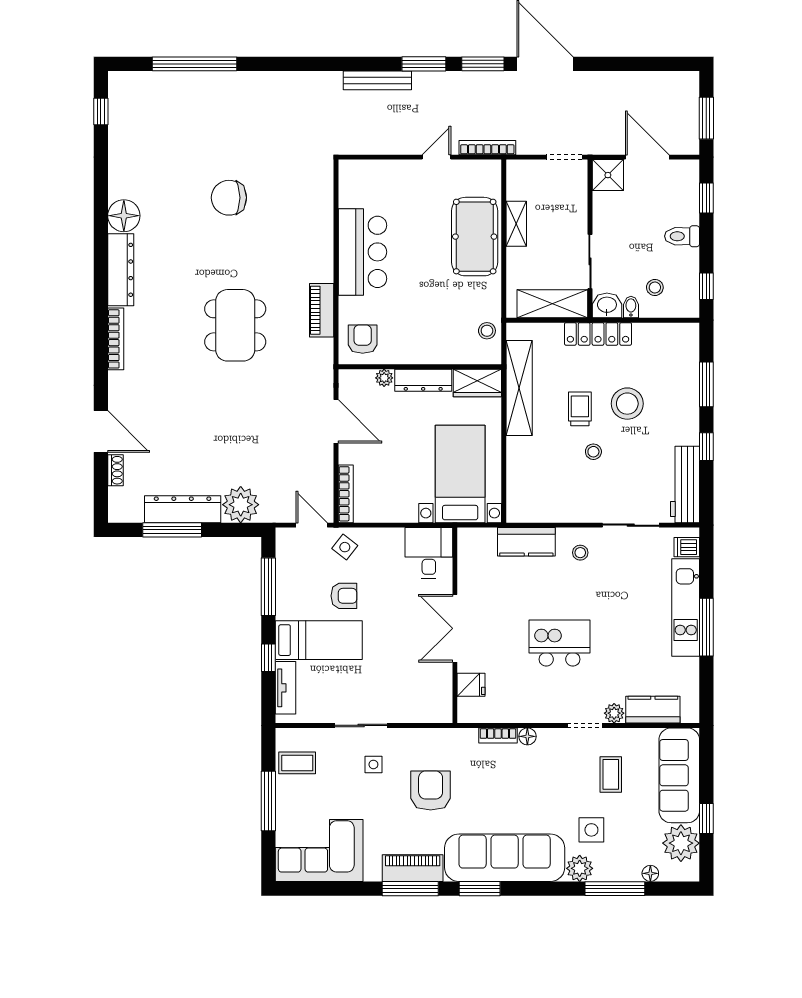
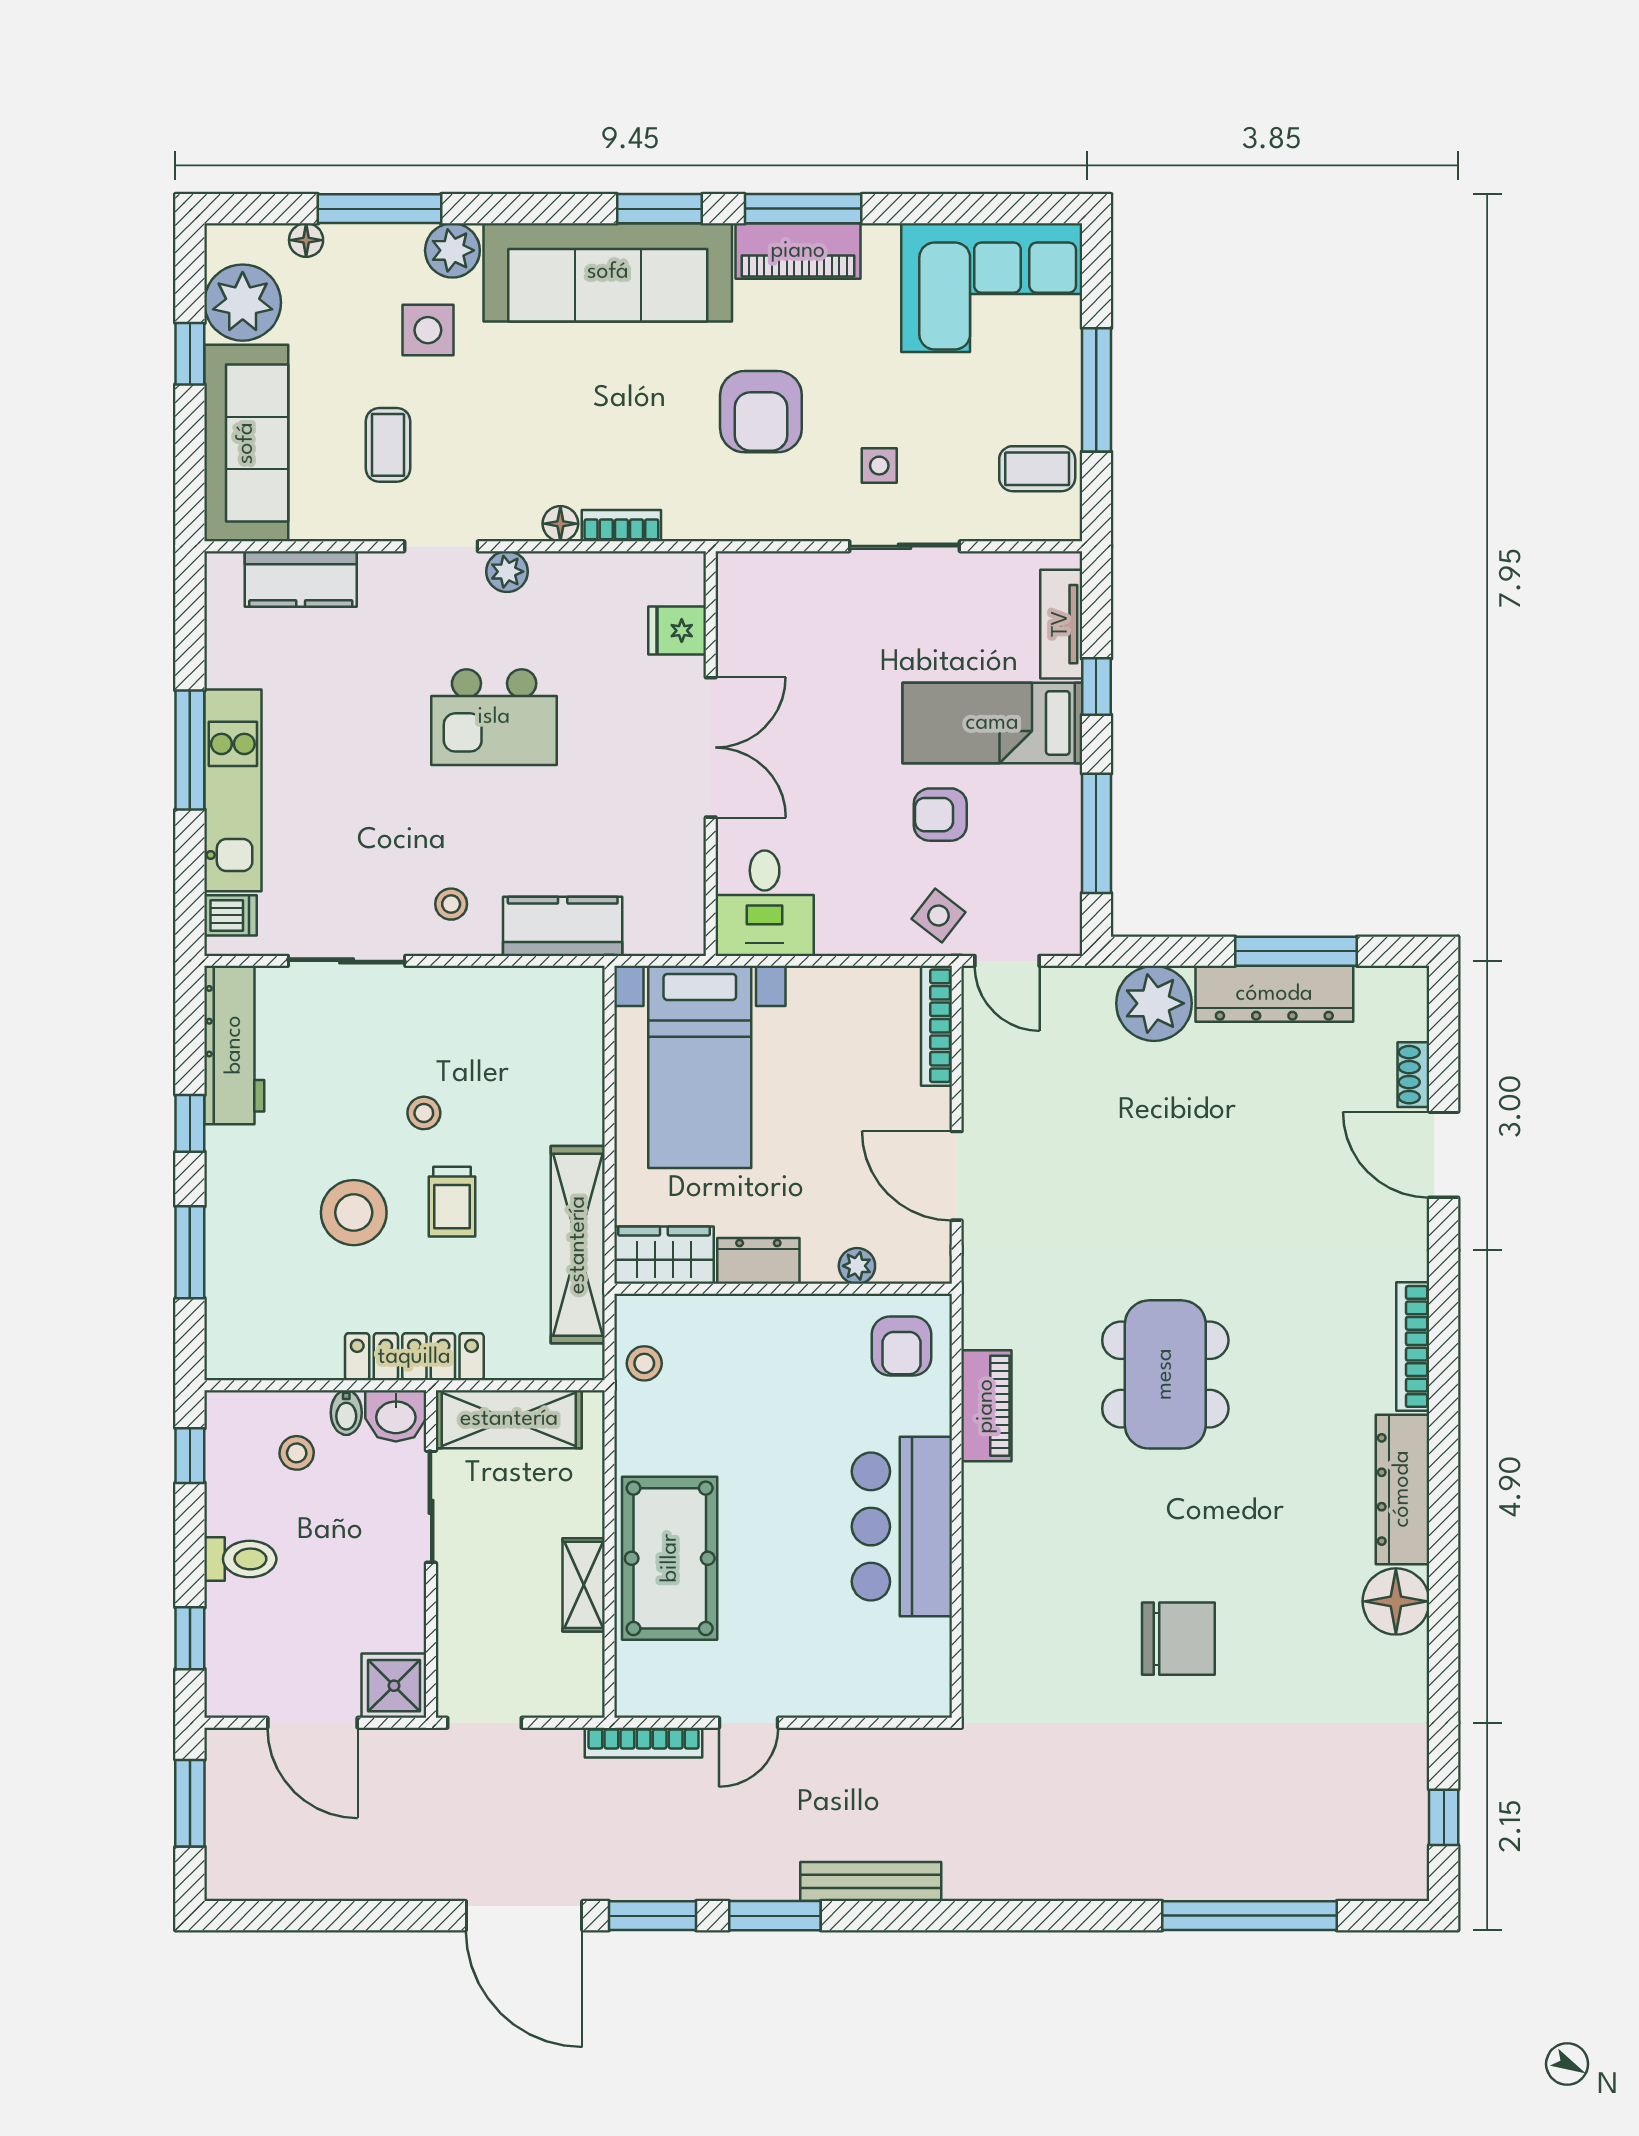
dresser: (423, 380) -> (758, 1261), width x0.70
plant: (614, 713) -> (507, 572), moved

